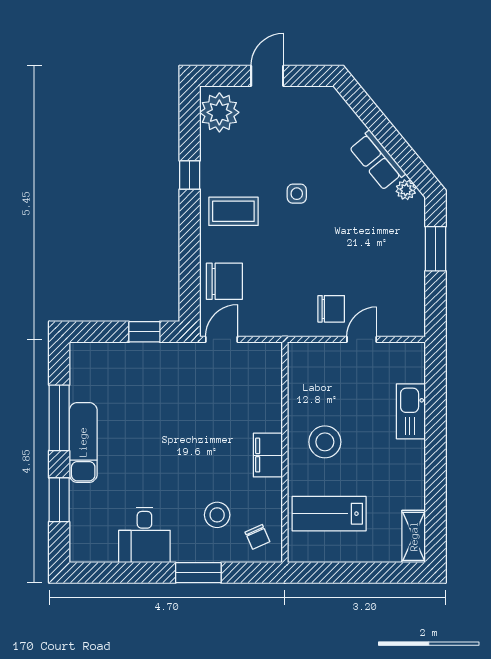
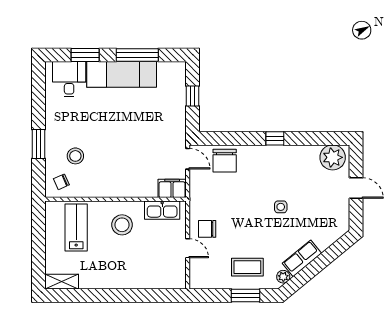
window: (190, 175) -> (275, 138), moved
coffee table: (233, 211) -> (247, 267), moved, turned 90
chair: (331, 309) -> (207, 229), turned 90
window: (144, 332) -> (192, 96), moved
kitchen sink: (411, 411) -> (162, 210), moved, turned 180
exam couch: (83, 442) -> (122, 74), width x1.36, depth x1.45
filing cabinet: (268, 455) -> (172, 188), moved
desk: (144, 535) -> (69, 79), moved, turned 90

